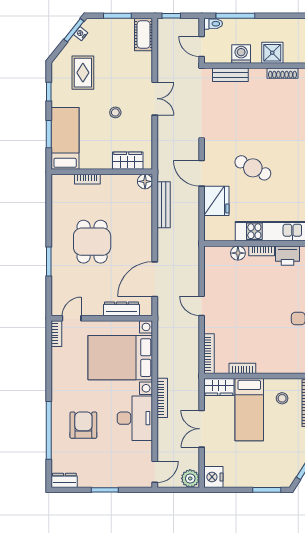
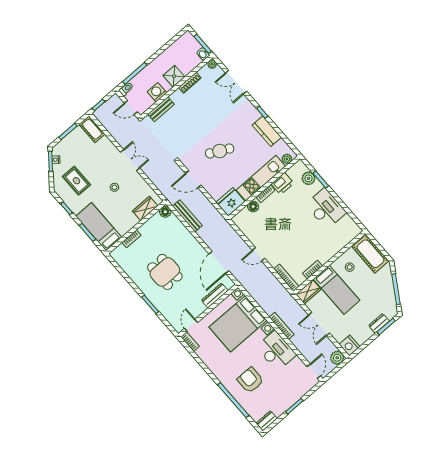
fridge: (216, 201) -> (231, 202), moved, turned -90
dresser: (262, 480) -> (379, 323), added

